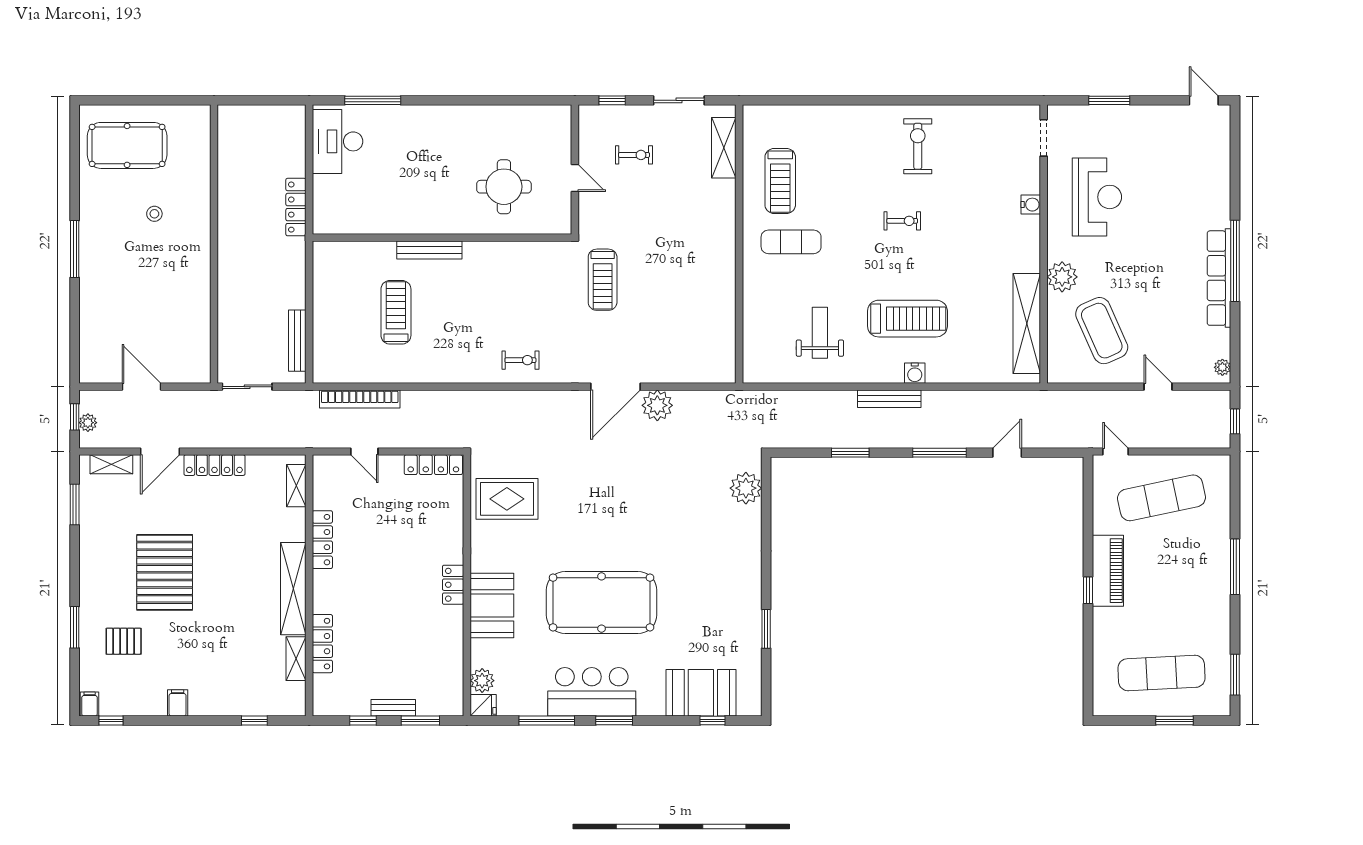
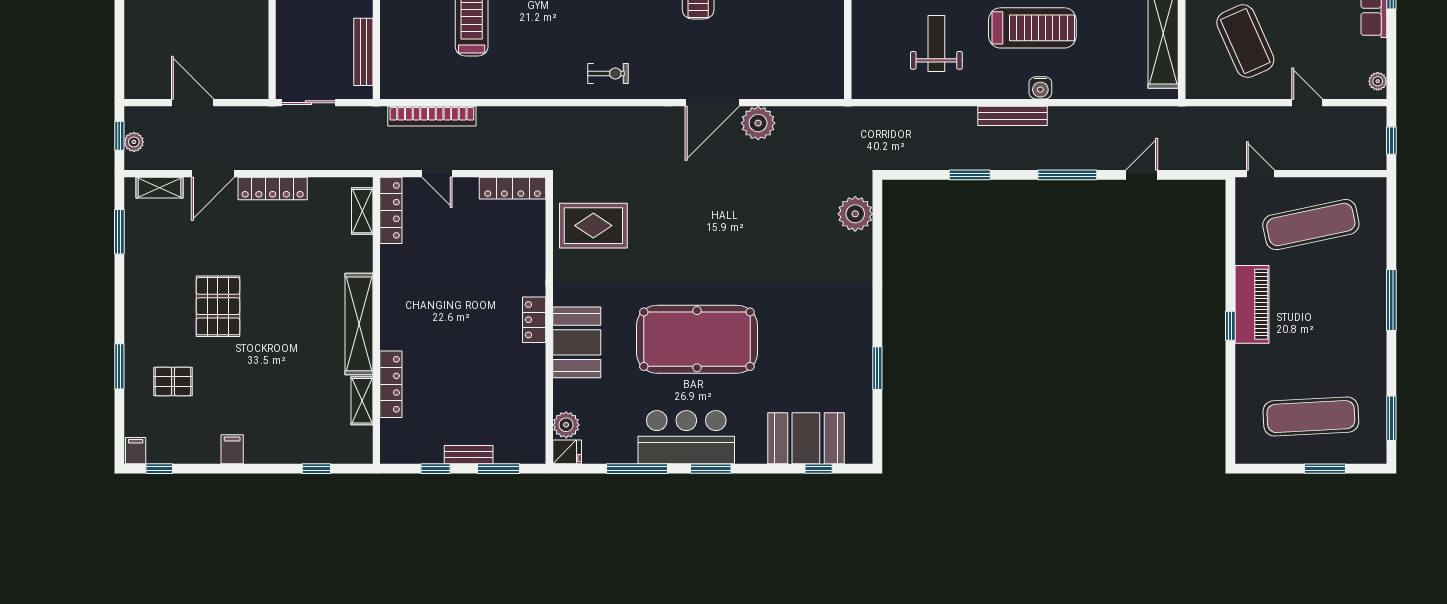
locker: (322, 540) -> (391, 210), moved
pallet: (165, 572) -> (218, 306), width x0.73, depth x0.71

